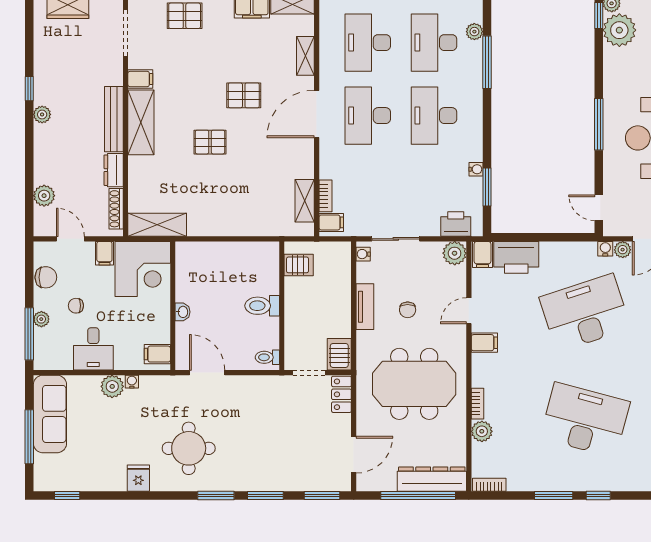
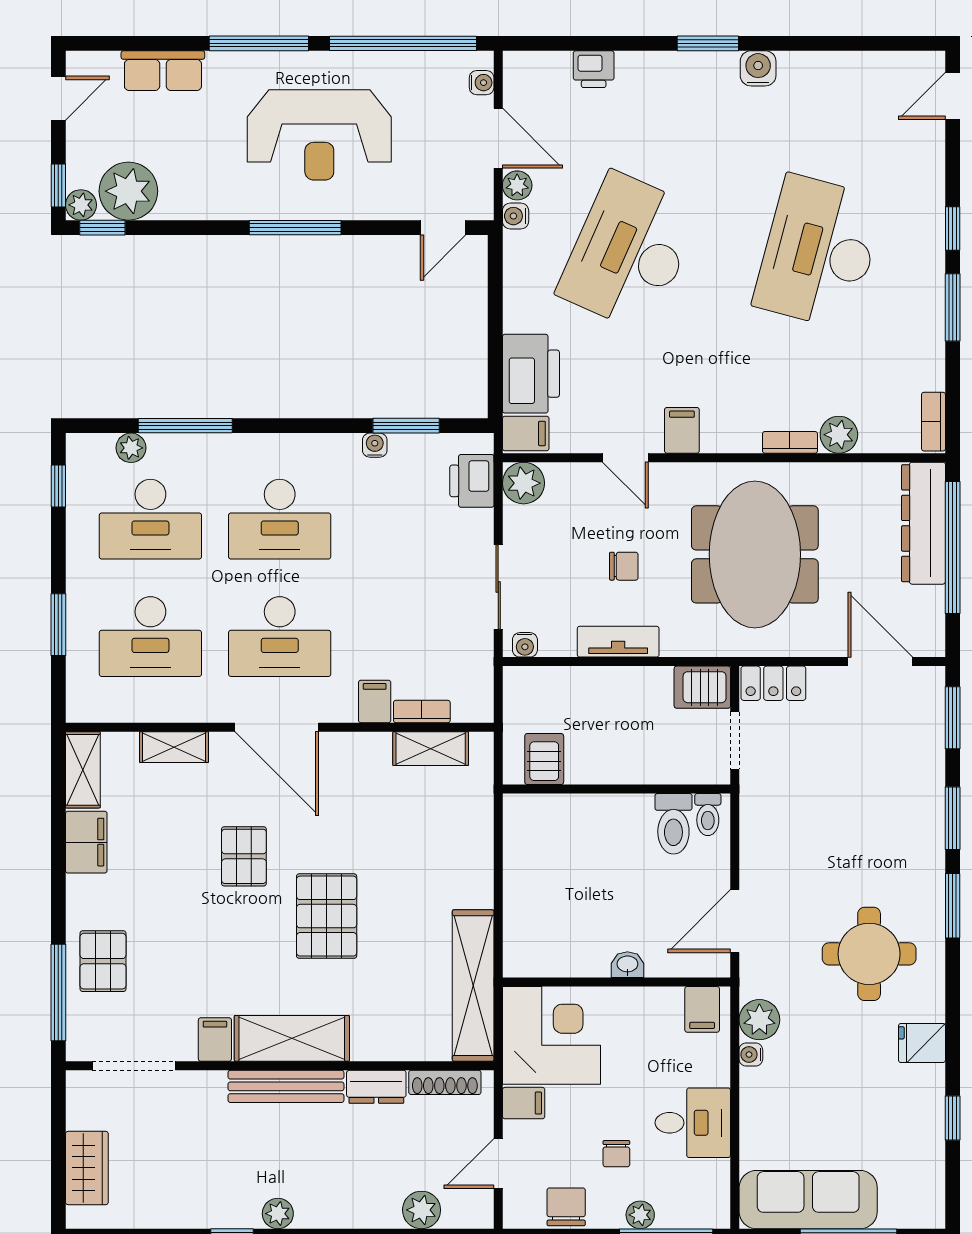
pallet: (210, 142) -> (327, 916), width x1.50, depth x1.42
filing cabinet: (331, 222) -> (375, 701), moved
shelving: (157, 225) -> (473, 986), width x1.47
toilet: (262, 306) -> (673, 824), moved
desk: (585, 313) -> (629, 252), turned 42
plant: (112, 386) -> (759, 1020), moved
window: (67, 495) -> (953, 1118), moved

